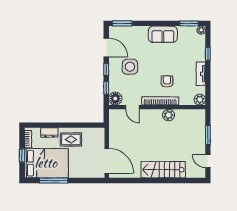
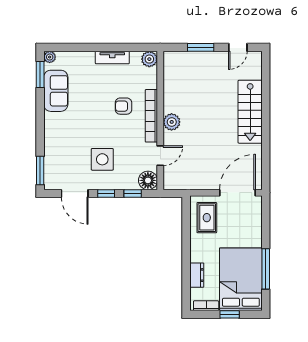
sofa: (163, 34) -> (56, 91), moved
door: (106, 47) -> (75, 193), swing flipped
window: (208, 54) -> (84, 47), removed
plant: (169, 115) -> (172, 122), moved
rug: (71, 139) -> (207, 218), moved

